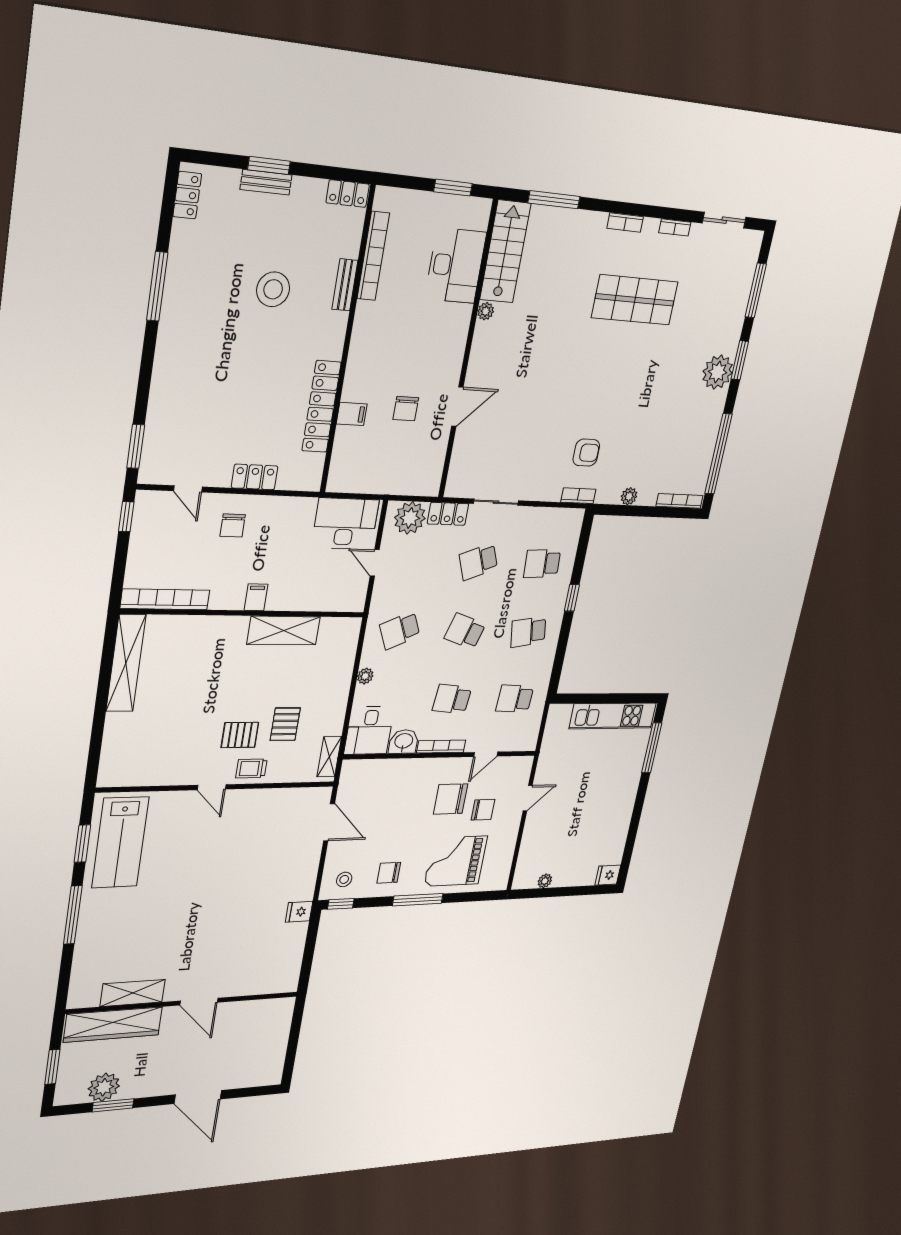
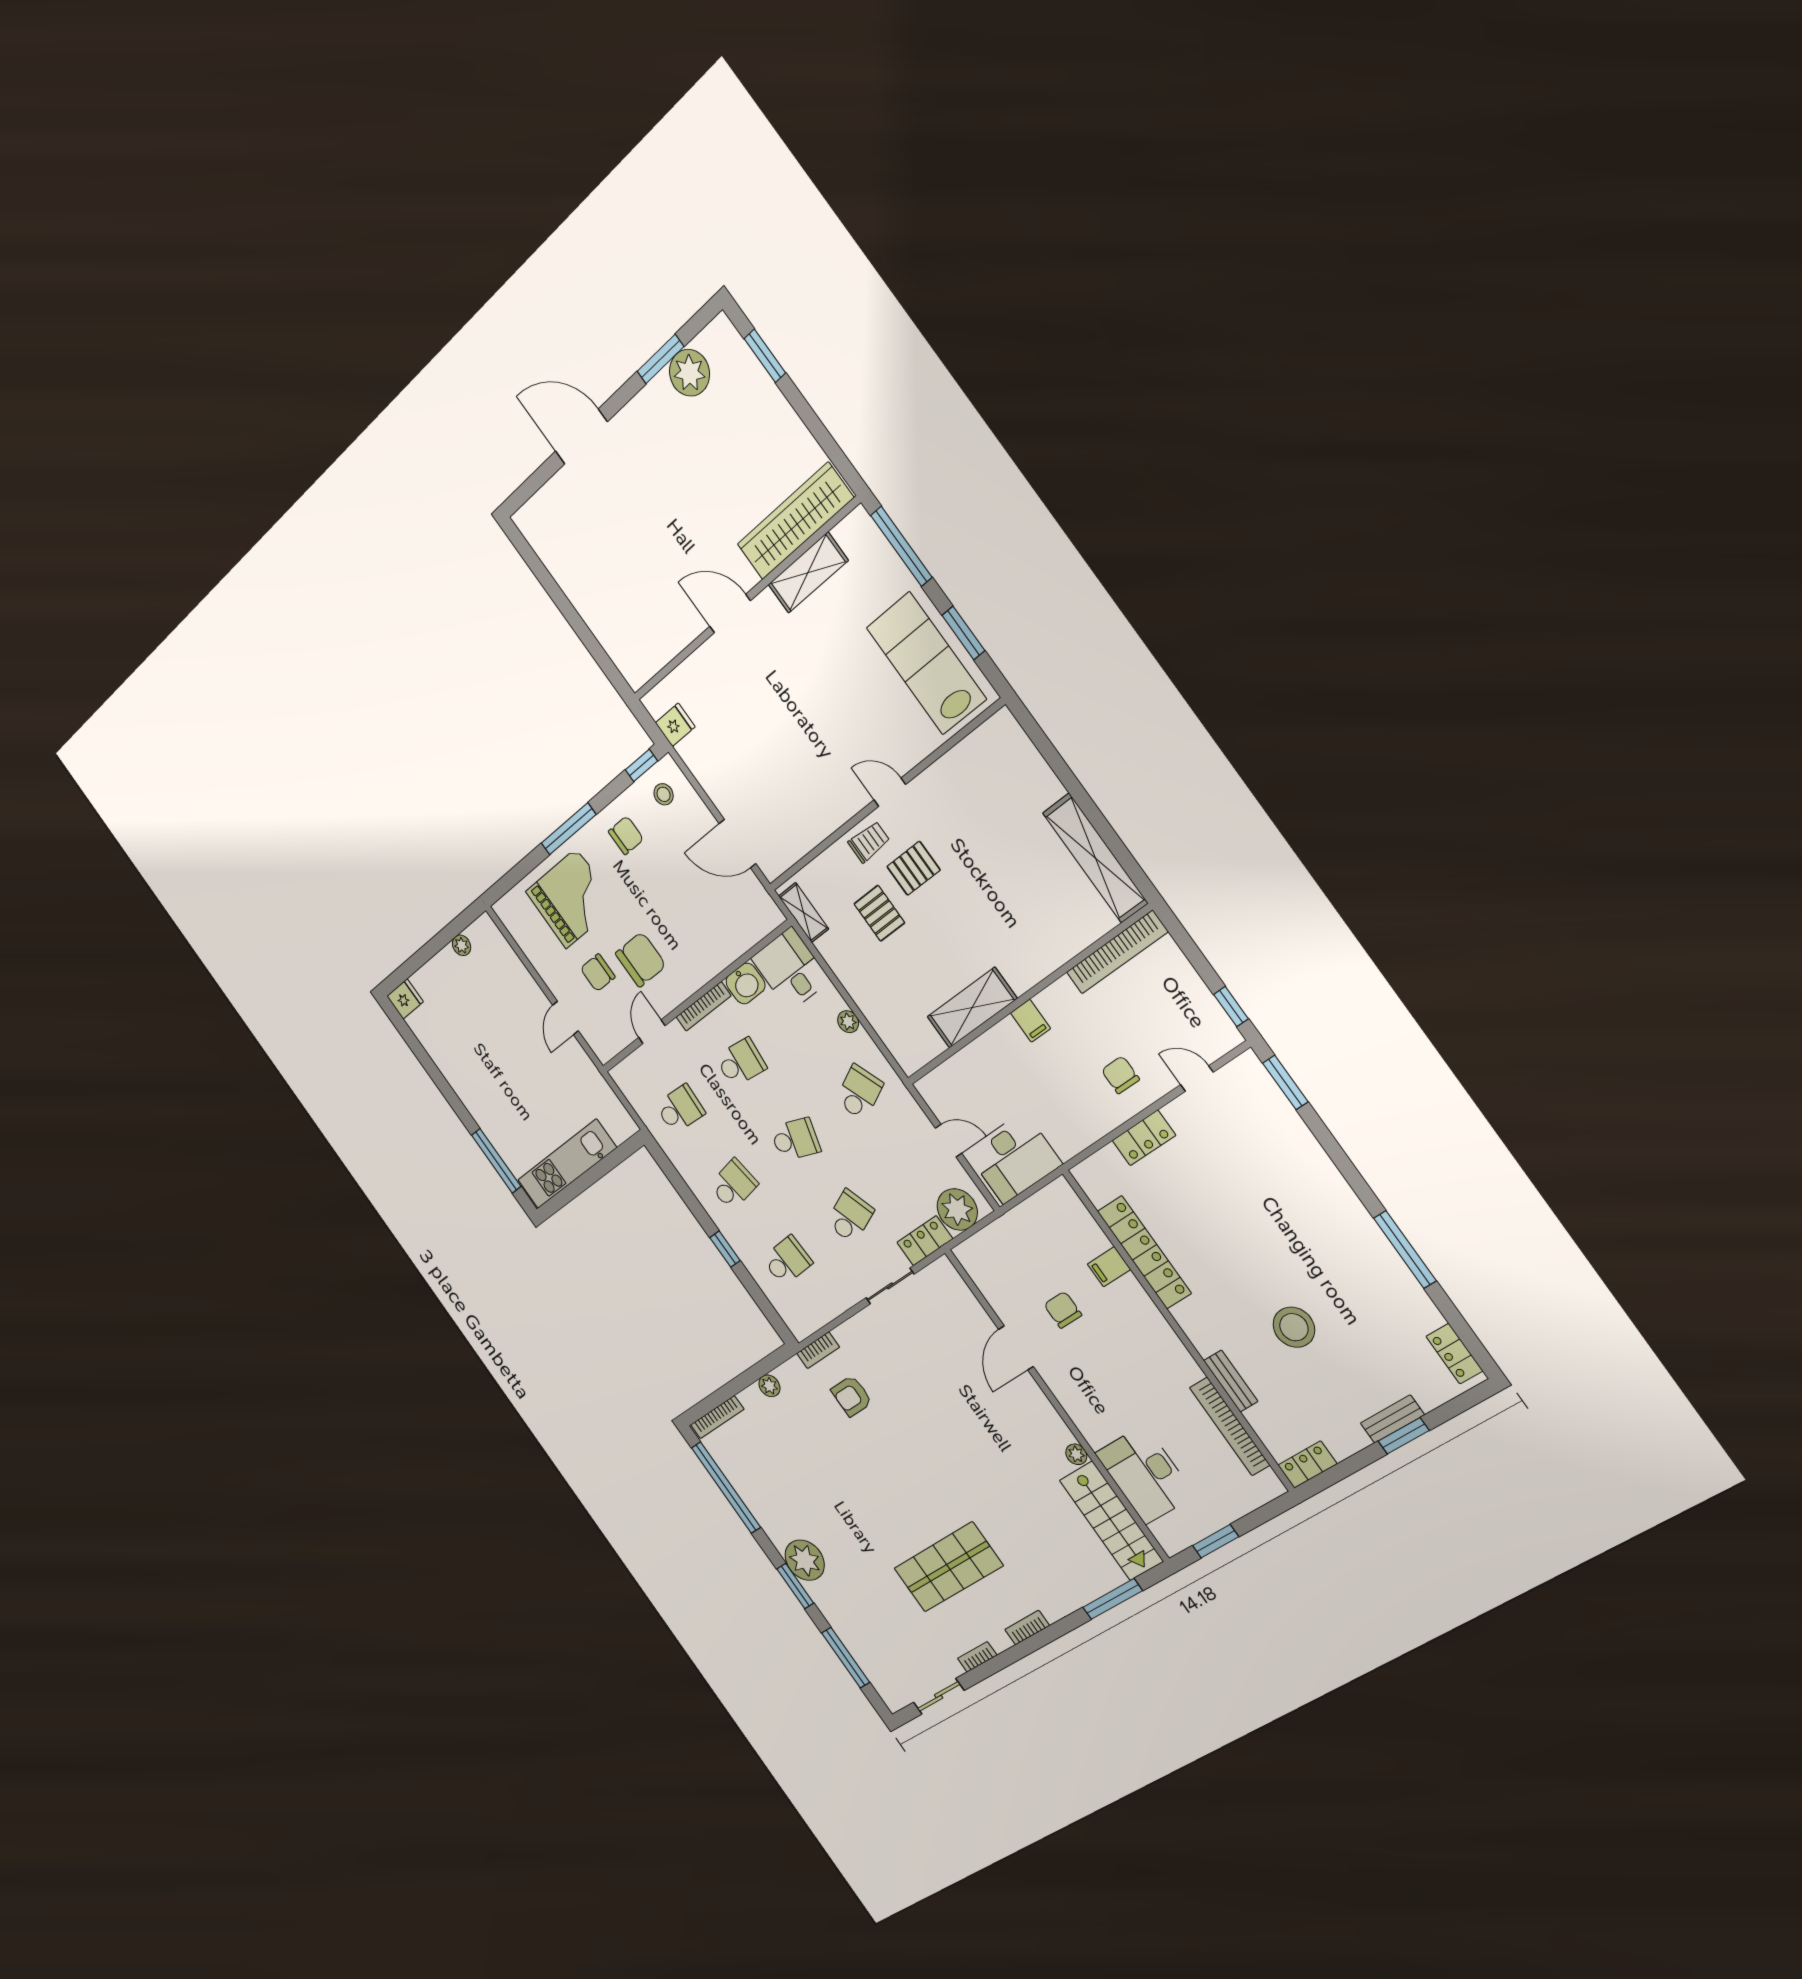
shelving: (133, 993) -> (808, 573), moved
door: (199, 1002) -> (730, 613), moved
wall: (184, 1003) -> (744, 601), moved
wardrobe: (113, 1025) -> (795, 521), moved

